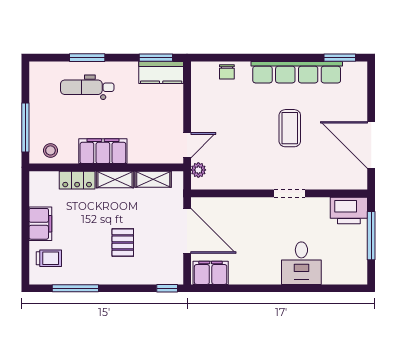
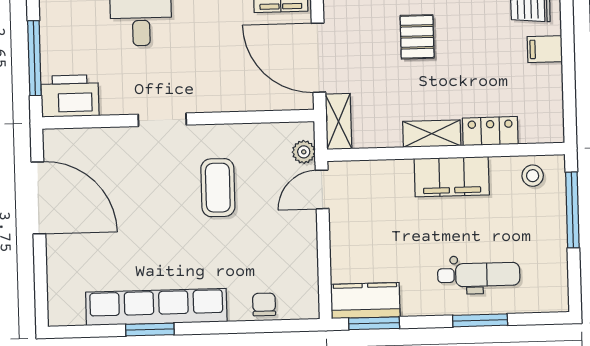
window: (340, 58) -> (150, 329), moved
coffee table: (290, 128) -> (218, 188), moved
shelving: (153, 179) -> (339, 121), moved, turned 90
filing cabinet: (40, 224) -> (545, 49), width x0.50

